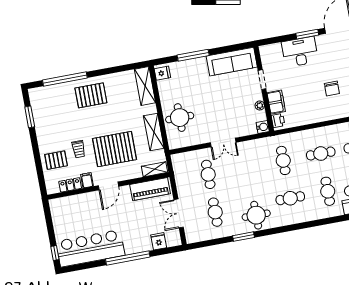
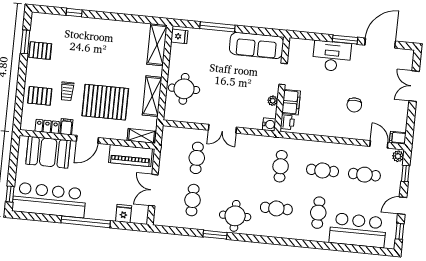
window: (65, 79) -> (74, 13), width x0.32
pallet: (91, 95) -> (40, 51), moved, width x0.67, depth x0.71
booth: (78, 207) -> (48, 152), added

